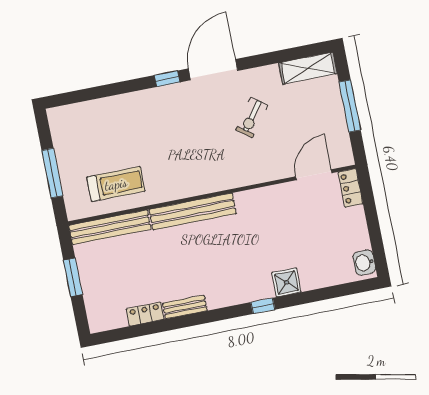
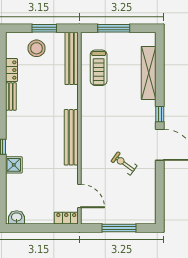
shelving: (308, 68) -> (149, 73), moved, width x1.47
bench: (193, 212) -> (71, 137), moved
stool: (105, 283) -> (37, 48), added

